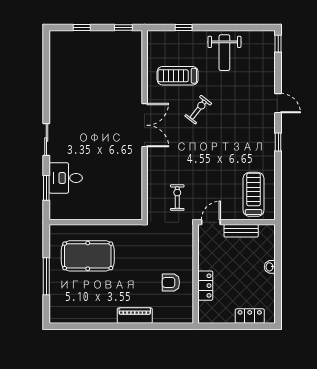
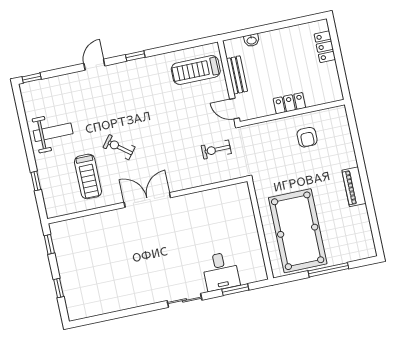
pool table: (88, 256) -> (298, 231), width x1.36, depth x1.32
washbasin: (270, 267) -> (252, 40), moved
locker: (205, 286) -> (289, 103), moved
piano: (135, 316) -> (354, 187), moved

